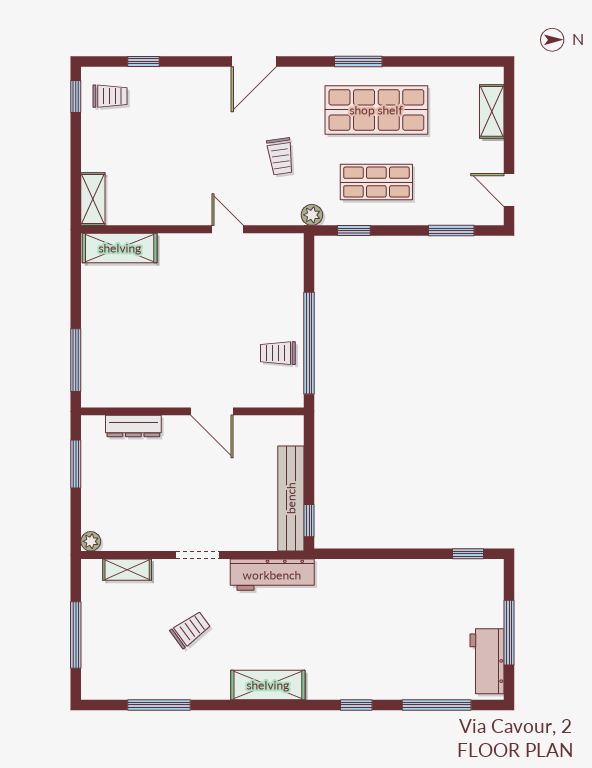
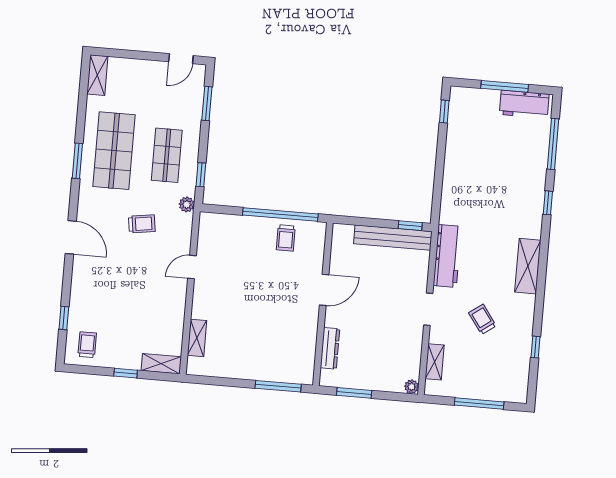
window: (76, 96) -> (126, 373), moved
shelving: (492, 111) -> (97, 75), moved, turned 90
shelving: (120, 248) -> (197, 338), width x0.67, depth x0.75
window: (159, 705) -> (536, 347), width x0.46

